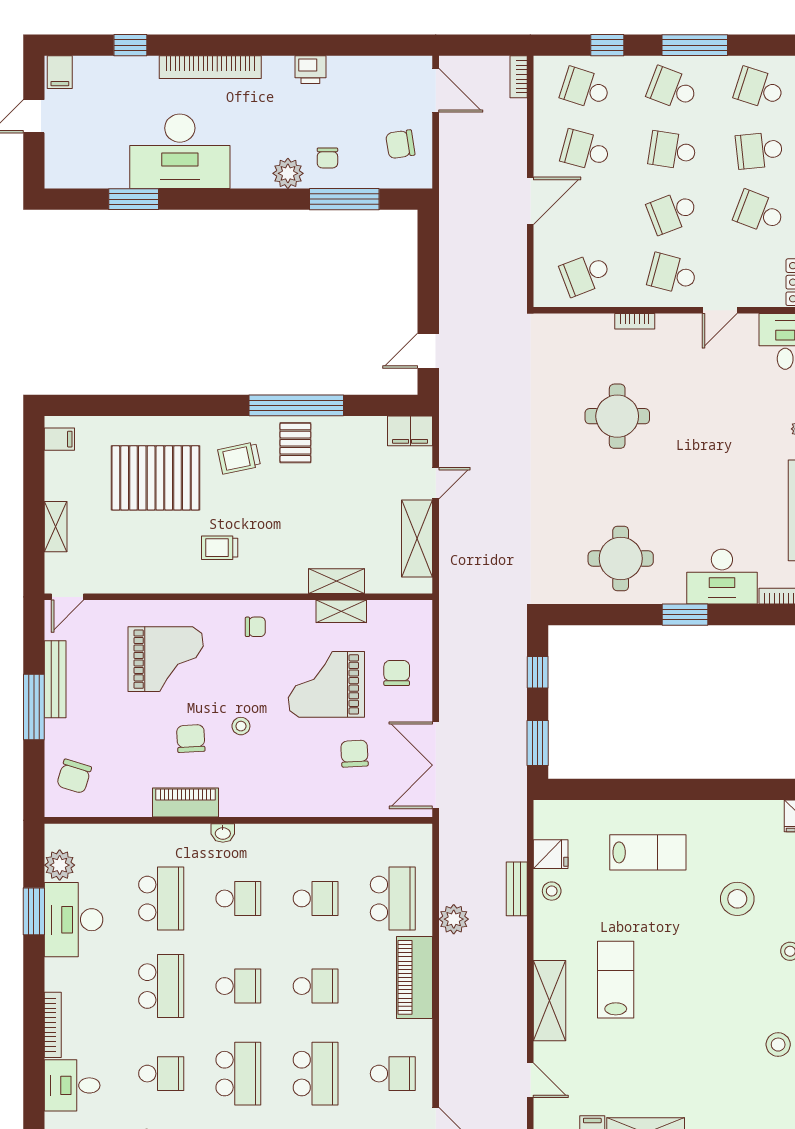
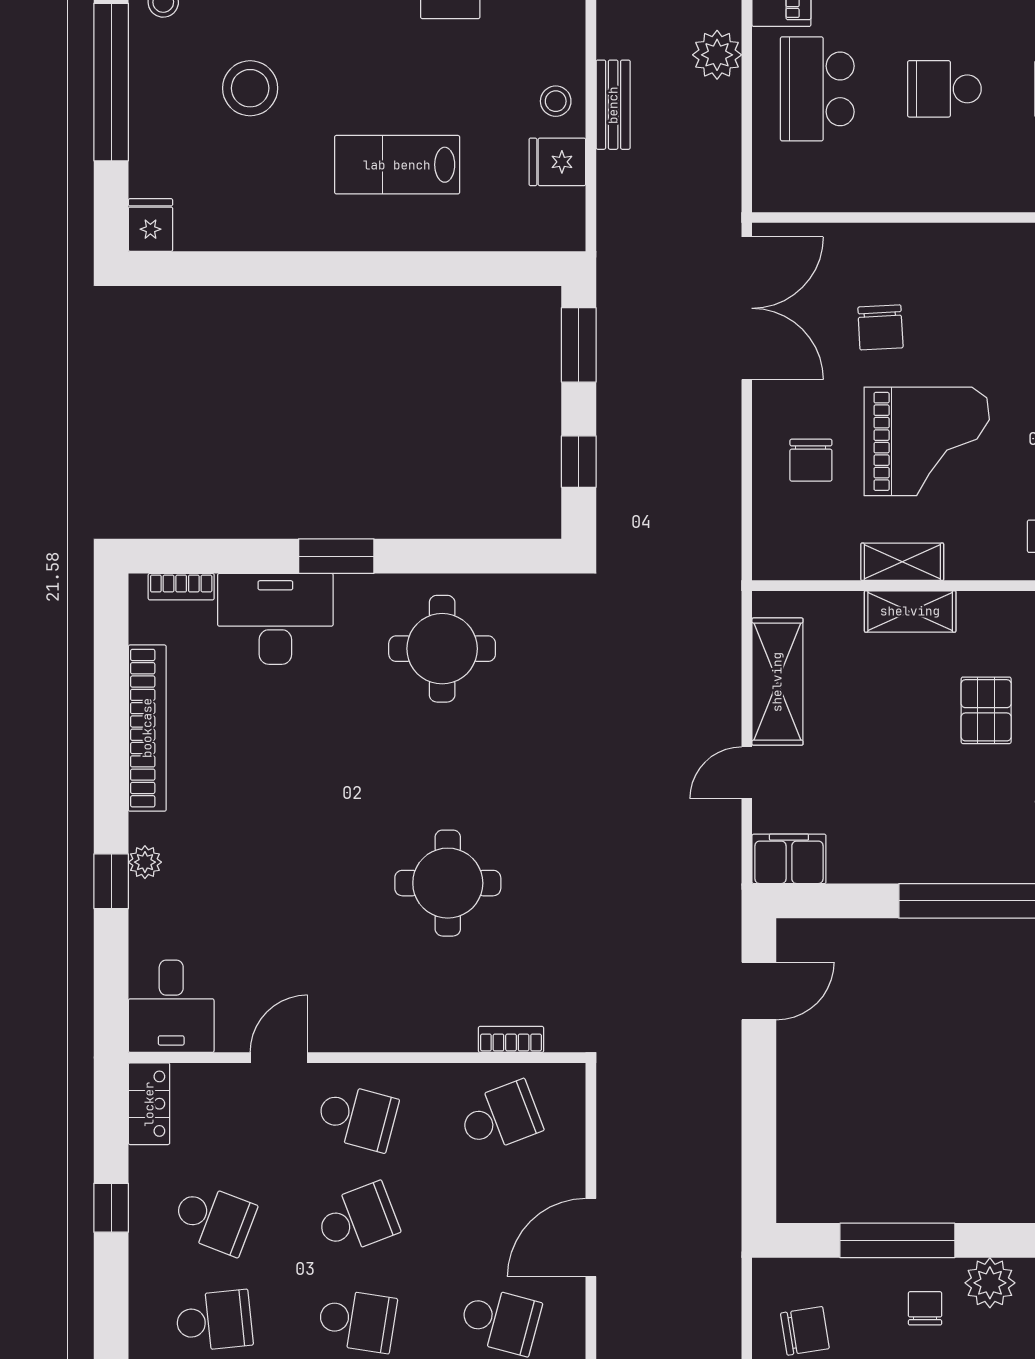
bookcase: (635, 321) -> (511, 1039), moved
pallet: (295, 443) -> (986, 710), moved

